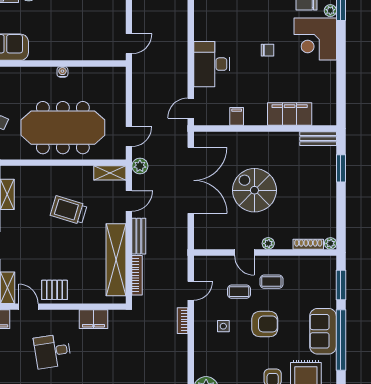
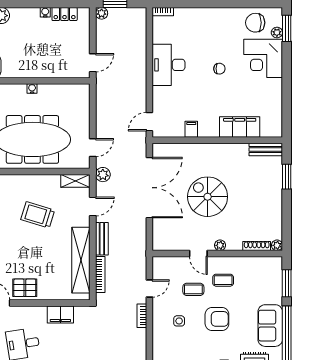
desk: (212, 64) -> (169, 65), moved

